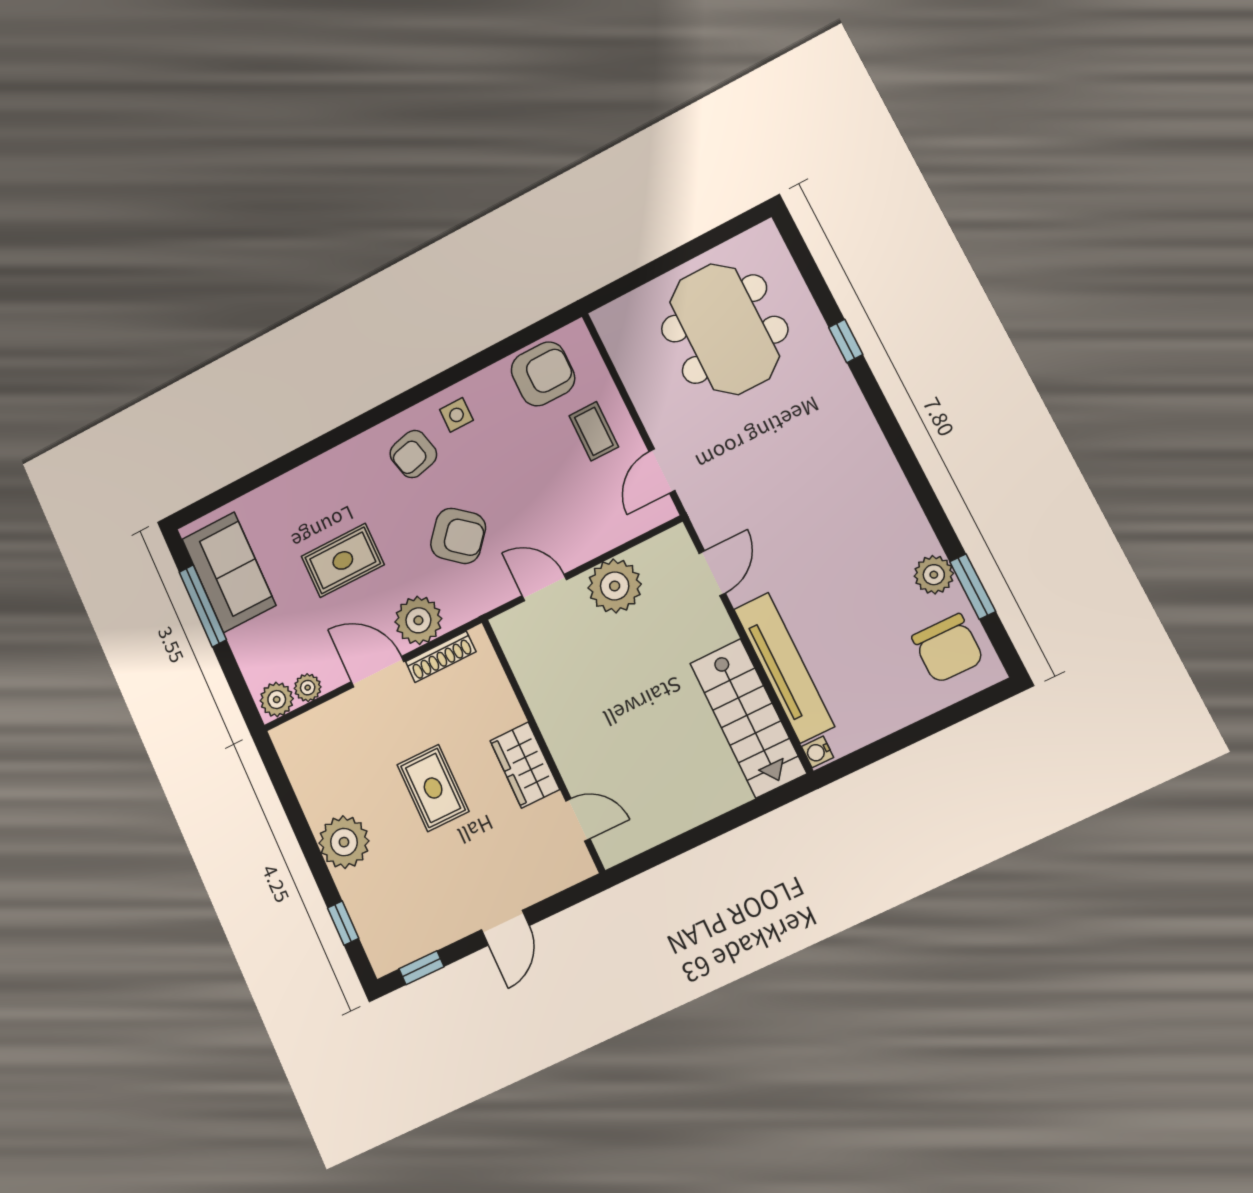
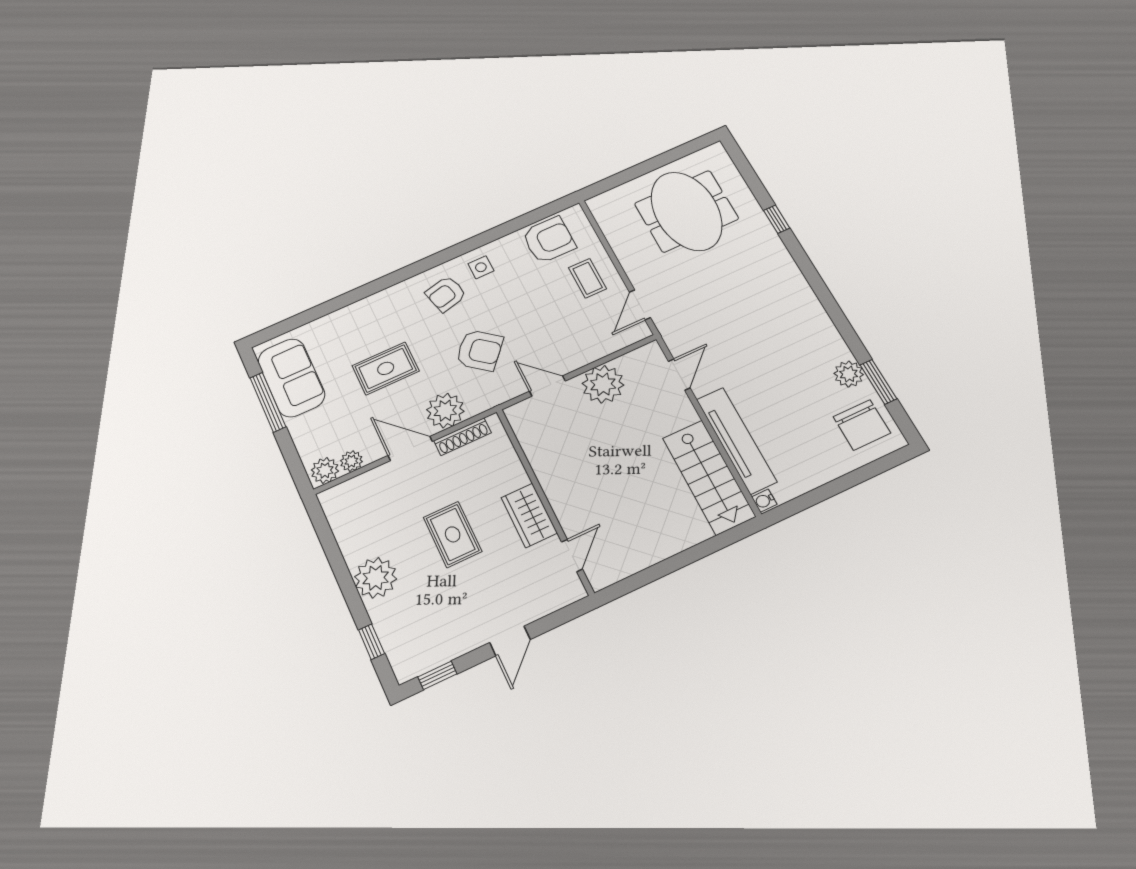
door: (578, 820) -> (572, 555), hinge flipped

